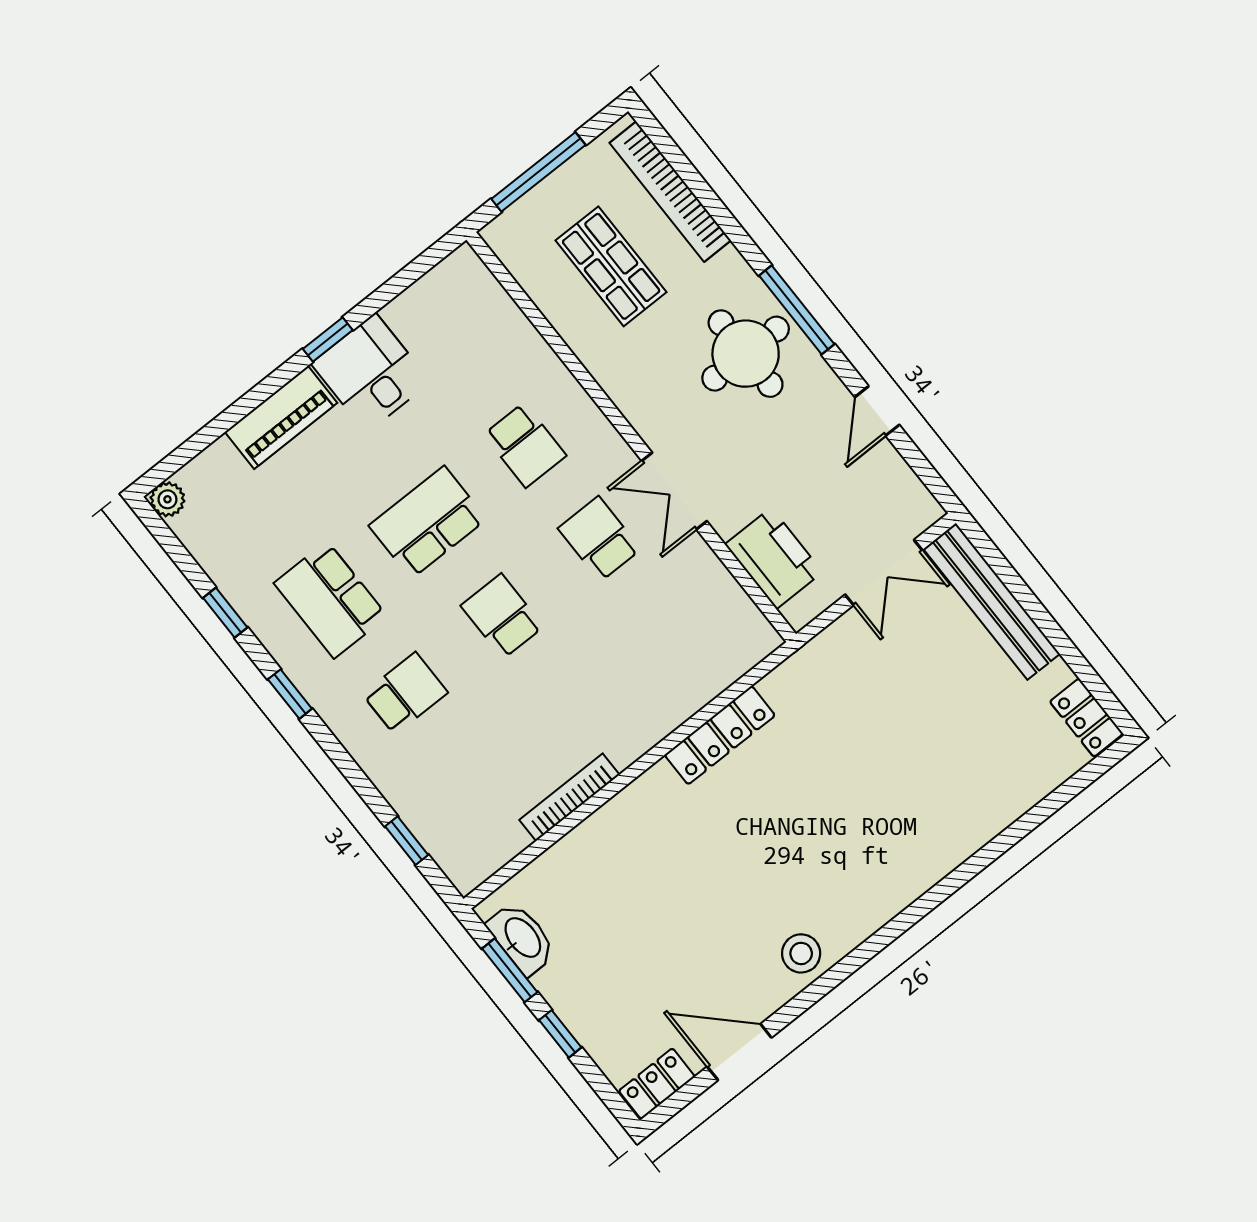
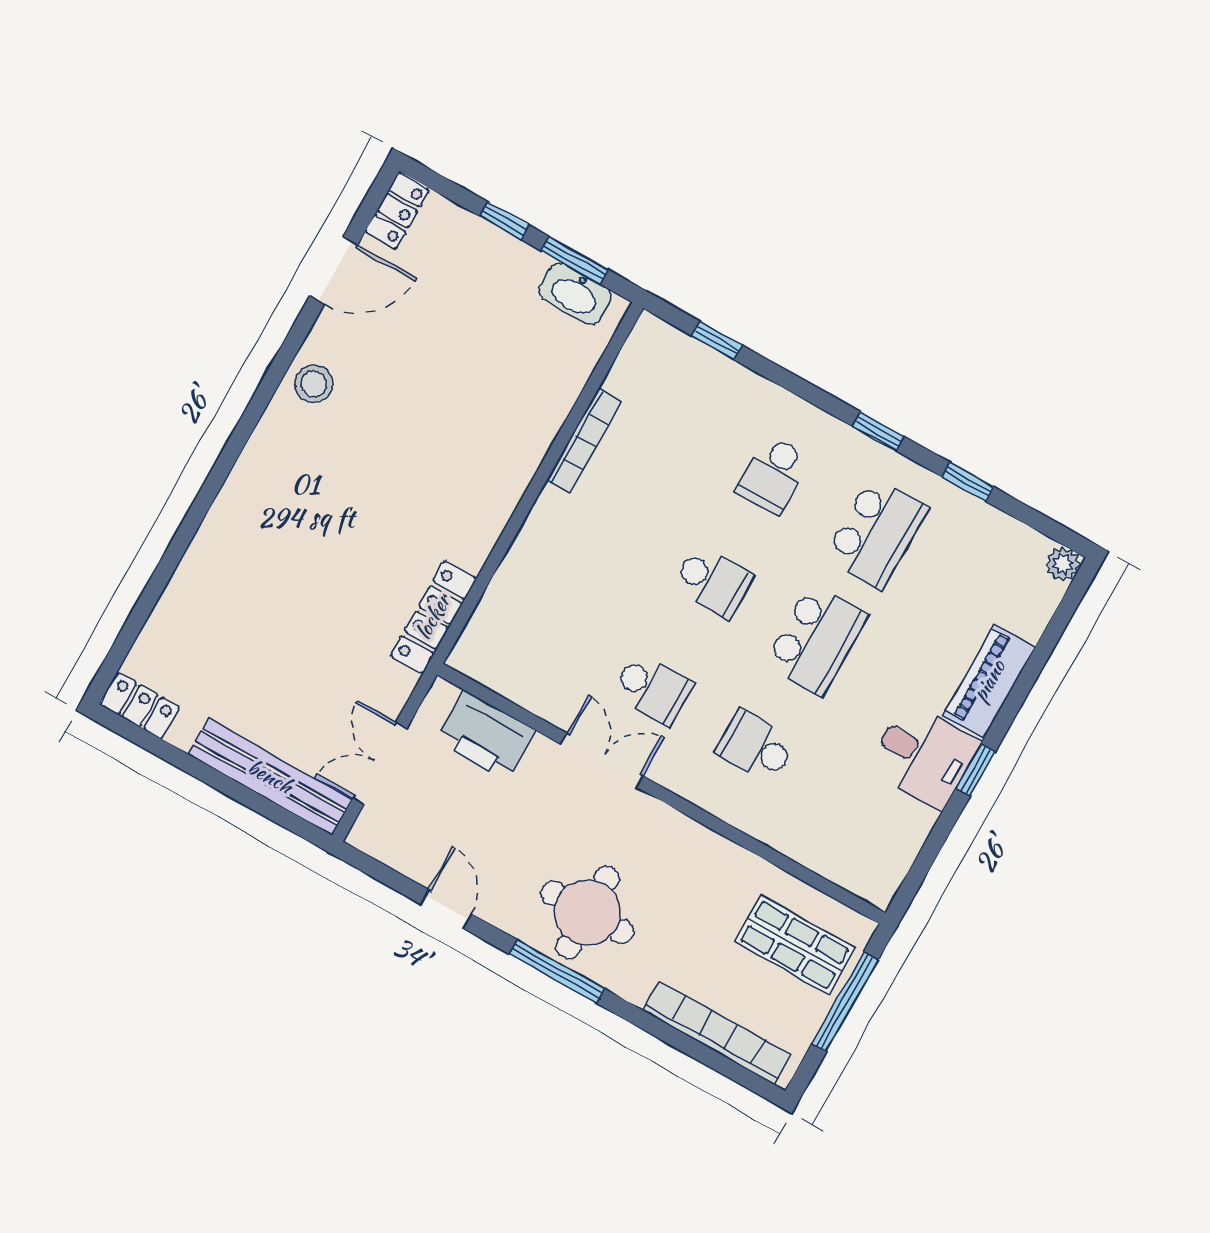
shop shelf: (611, 266) -> (795, 945), moved
school desk: (331, 600) -> (876, 533), turned 90
locker: (720, 735) -> (433, 617), moved

